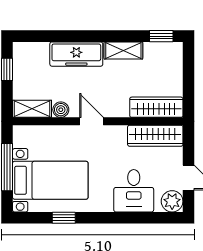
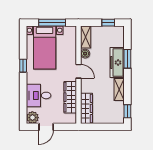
window: (70, 36) -> (127, 59), added
door: (91, 121) -> (78, 71), hinge flipped
wardrobe: (155, 136) -> (70, 97), moved
window: (64, 218) -> (23, 66), moved

